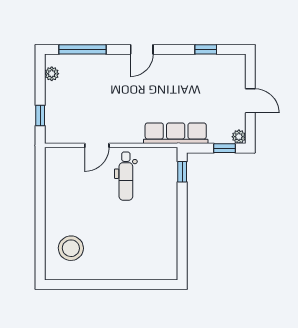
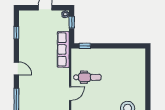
door: (97, 145) -> (70, 93), hinge flipped

